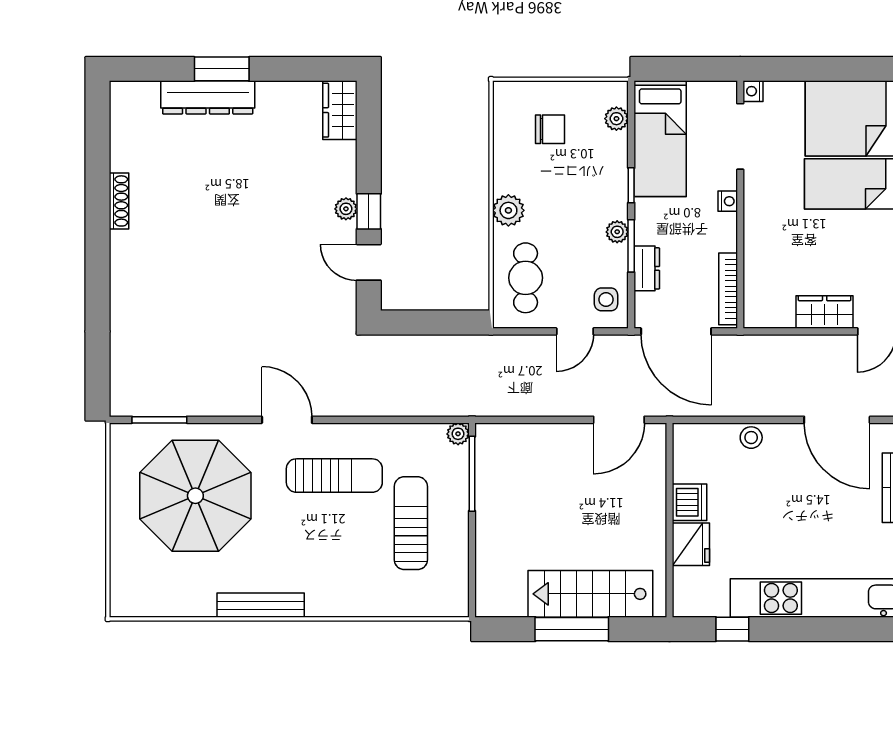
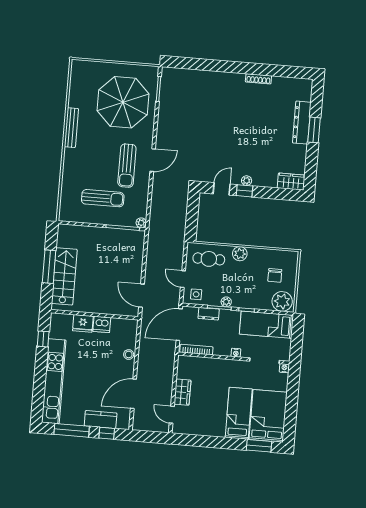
plant: (616, 119) -> (282, 301), width x1.87, depth x1.87
door: (287, 420) -> (153, 160), moved

